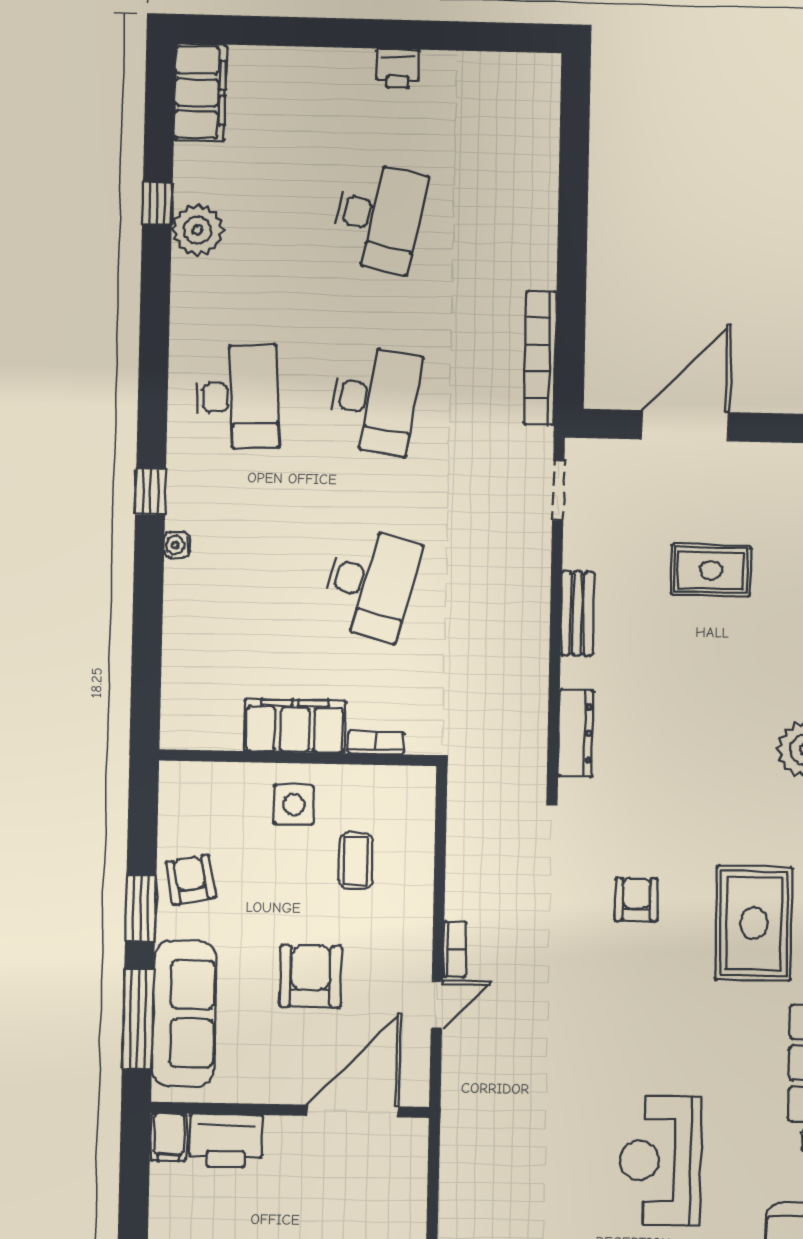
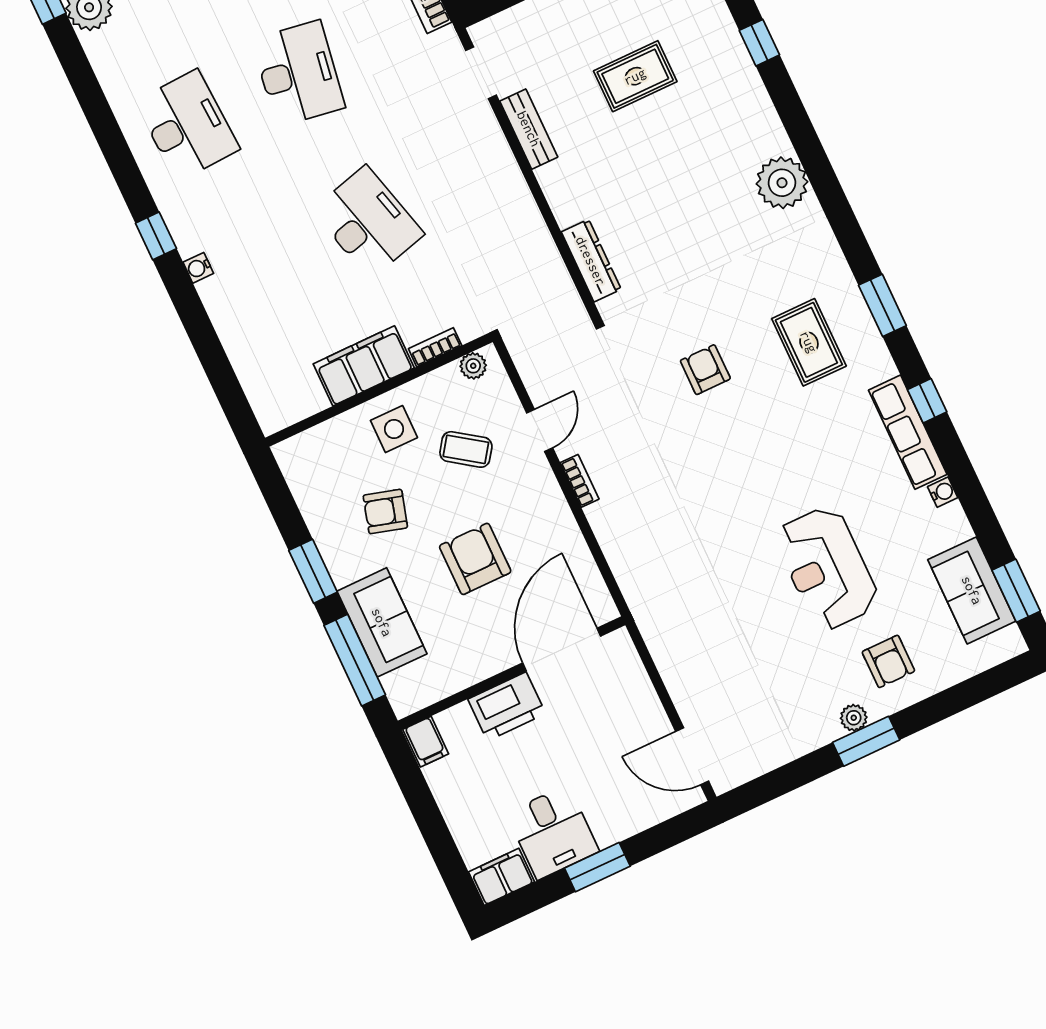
desk: (371, 584) -> (368, 222), turned -30
bench: (577, 613) -> (529, 129), moved
plant: (405, 780) -> (473, 366), added
coffee table: (356, 861) -> (466, 449), turned -55
armchair: (191, 880) -> (385, 511), moved, turned -63
rug: (754, 923) -> (809, 342), width x0.73, depth x0.70
door: (437, 1005) -> (540, 430), moved
sofa: (184, 1014) -> (382, 622), width x0.73
printer: (226, 1141) -> (507, 706), moved

